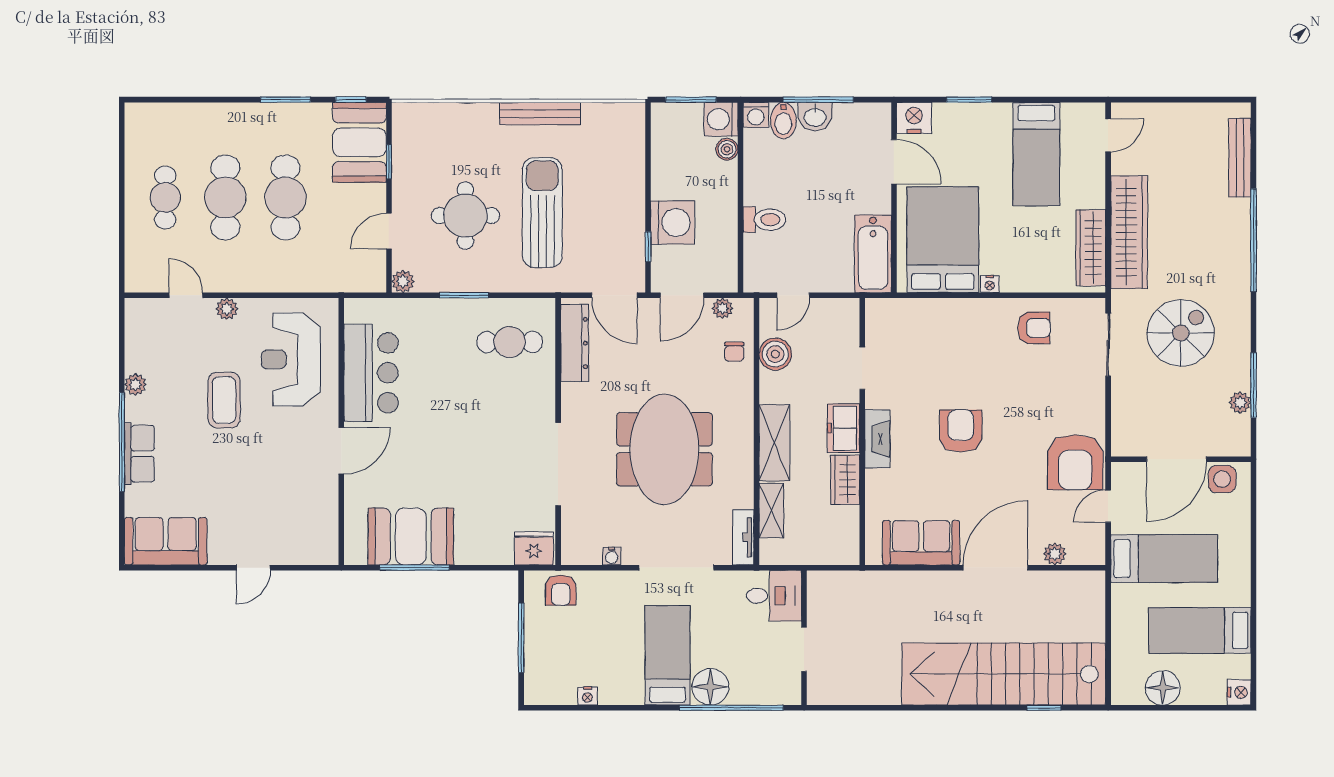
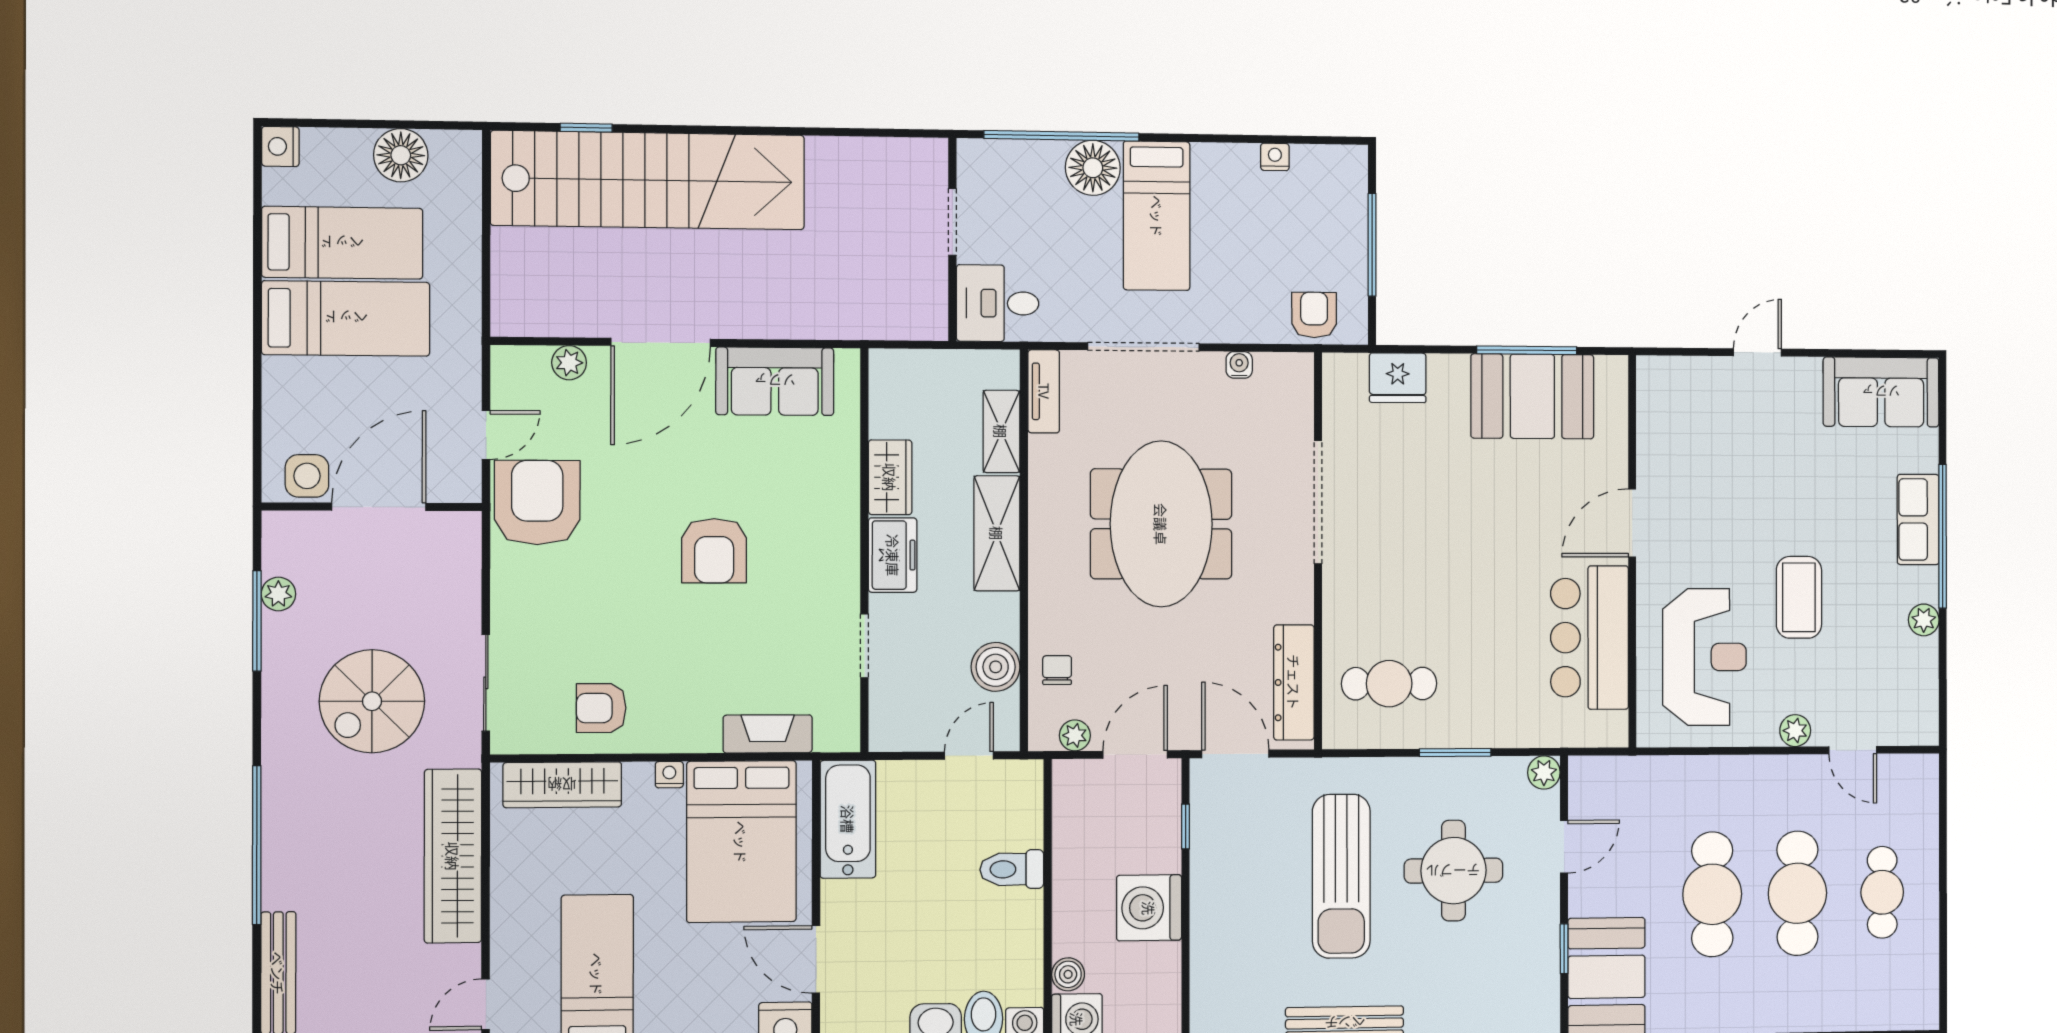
washing machine: (673, 223) -> (1149, 908), moved
wardrobe: (1091, 248) -> (562, 785), moved, turned 90
fireplace: (877, 439) -> (768, 734), moved, turned 90
fridge: (534, 548) -> (1398, 378), moved
bed: (1164, 559) -> (346, 318), moved, turned 180

